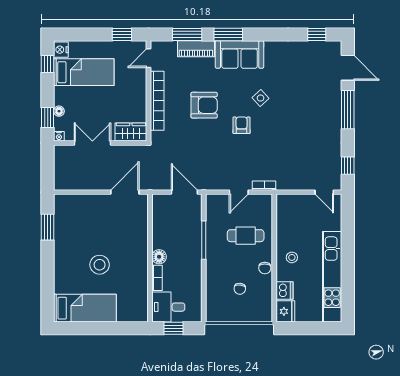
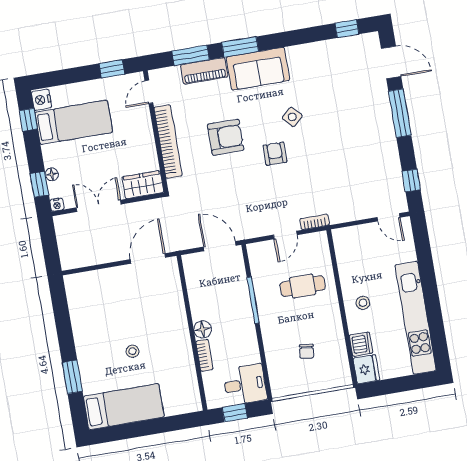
window: (48, 227) -> (72, 377), moved
stool: (100, 265) -> (132, 351), width x0.53, depth x0.53
chair: (265, 268) -> (332, 321), removed
desk: (168, 307) -> (245, 385), moved, turned 180

